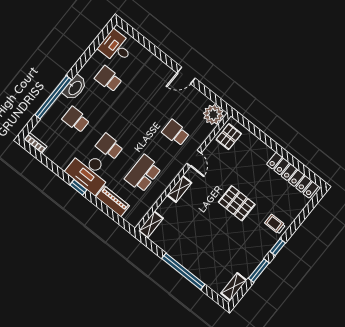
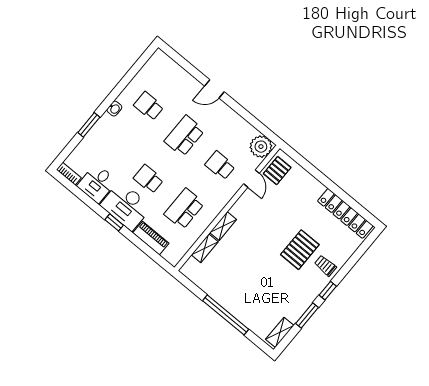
desk: (116, 47) -> (97, 183), moved, turned -90
door: (186, 75) -> (214, 89), moved
washbasin: (75, 88) -> (114, 109), width x0.52, depth x0.69
window: (53, 97) -> (89, 125), width x0.47
school desk: (76, 120) -> (184, 136), moved, width x1.85
door: (194, 158) -> (252, 179), moved
pallet: (237, 203) -> (300, 250), moved, turned 90
shelving: (151, 225) -> (205, 248), moved

